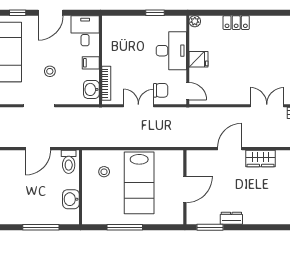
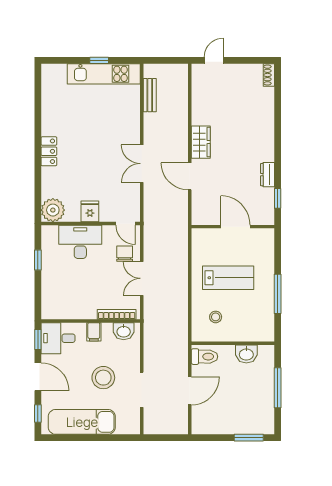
window: (84, 13) -> (38, 340), added
plant: (195, 21) -> (53, 210), width x1.87, depth x1.87
locker: (236, 23) -> (49, 151), moved
stool: (50, 71) -> (103, 378), width x1.89, depth x1.89
door: (188, 91) -> (125, 223), swing flipped
double door: (267, 106) -> (142, 164), moved
door: (38, 149) -> (190, 391), hinge flipped
lab bench: (139, 183) -> (228, 278), width x0.73, depth x0.72
window: (210, 227) -> (278, 198), width x0.67

